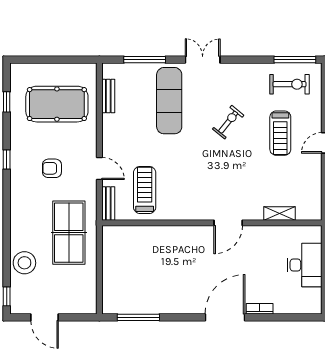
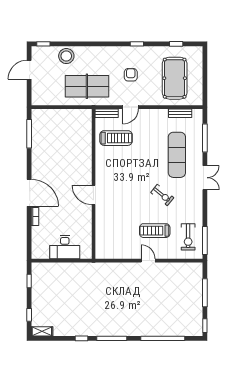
exercise mat: (169, 101) -> (177, 155), turned 90
shelving: (280, 213) -> (100, 230), removed

